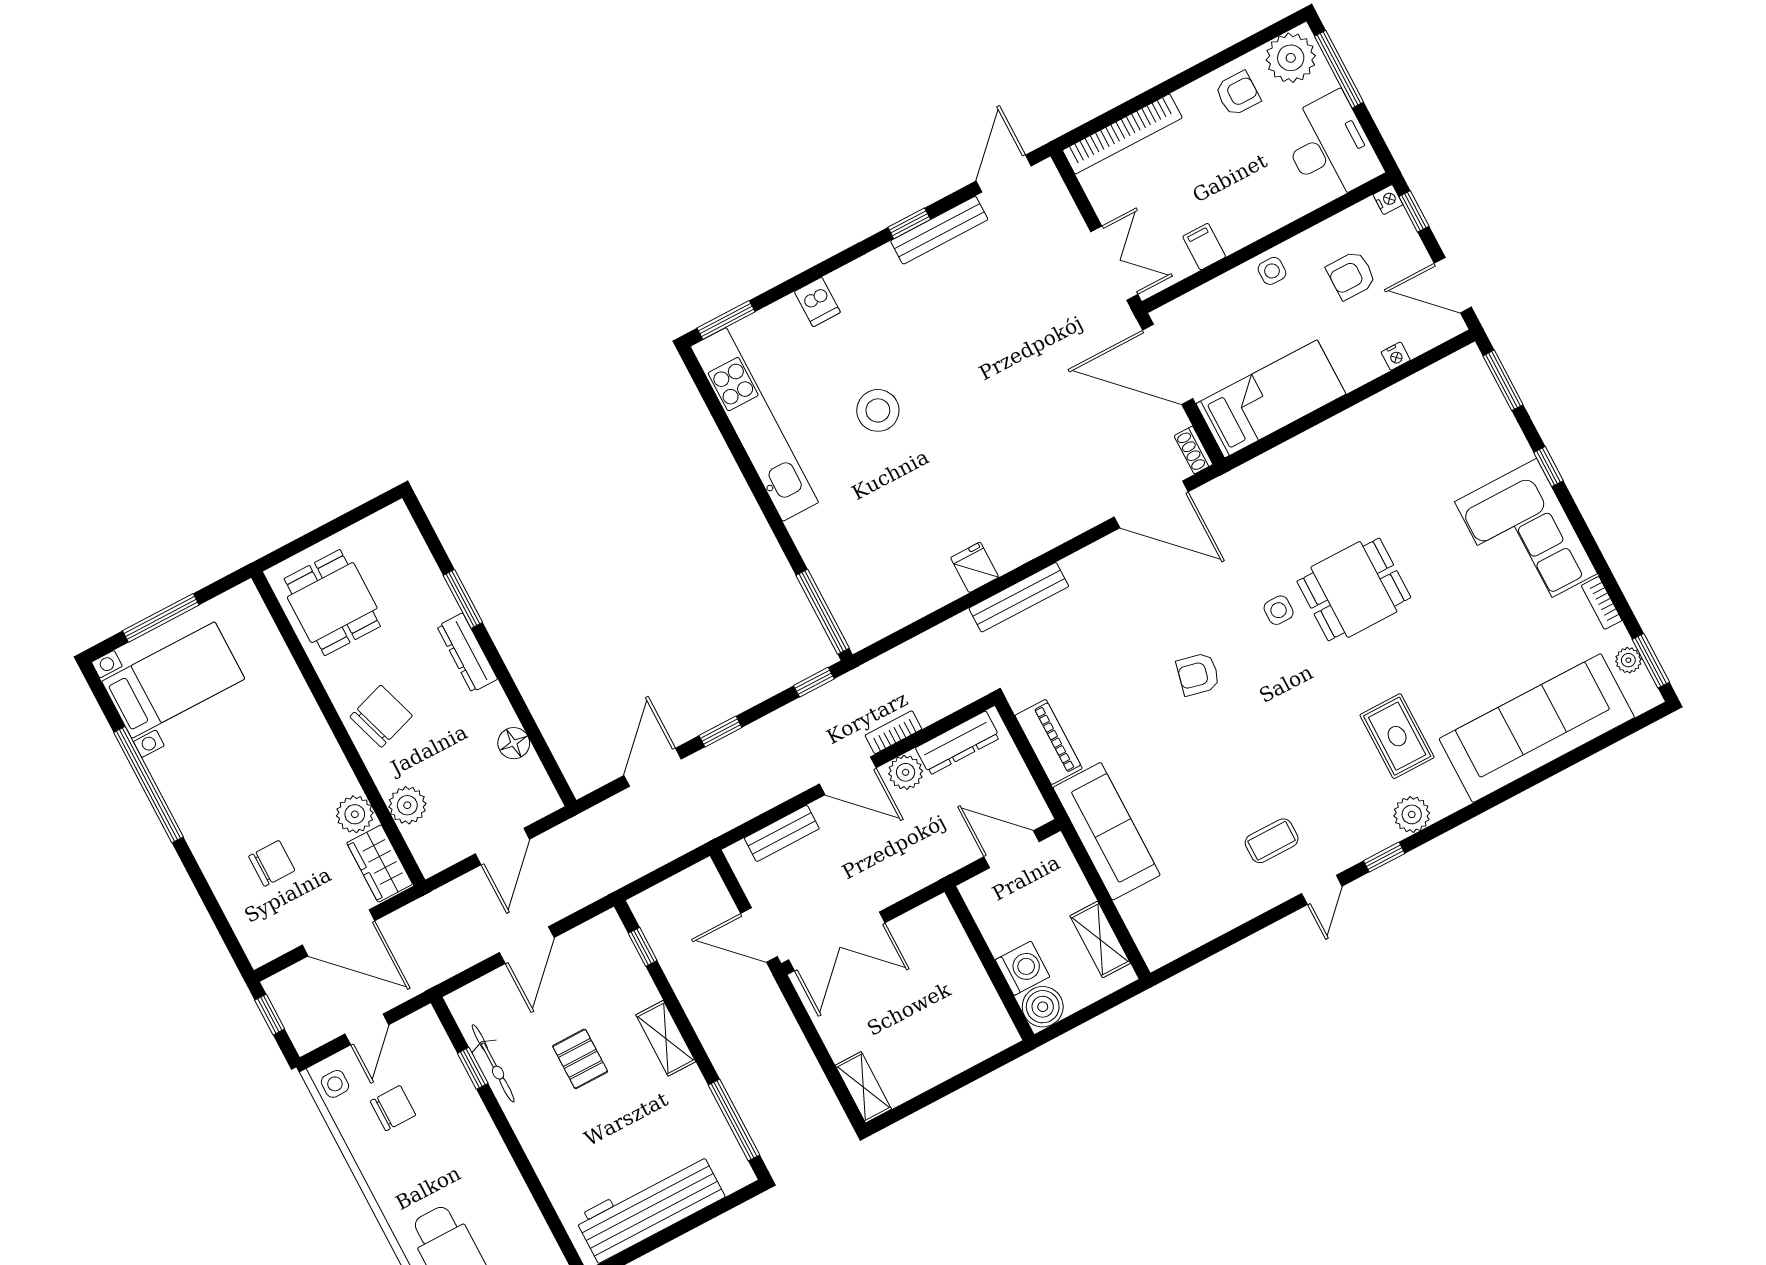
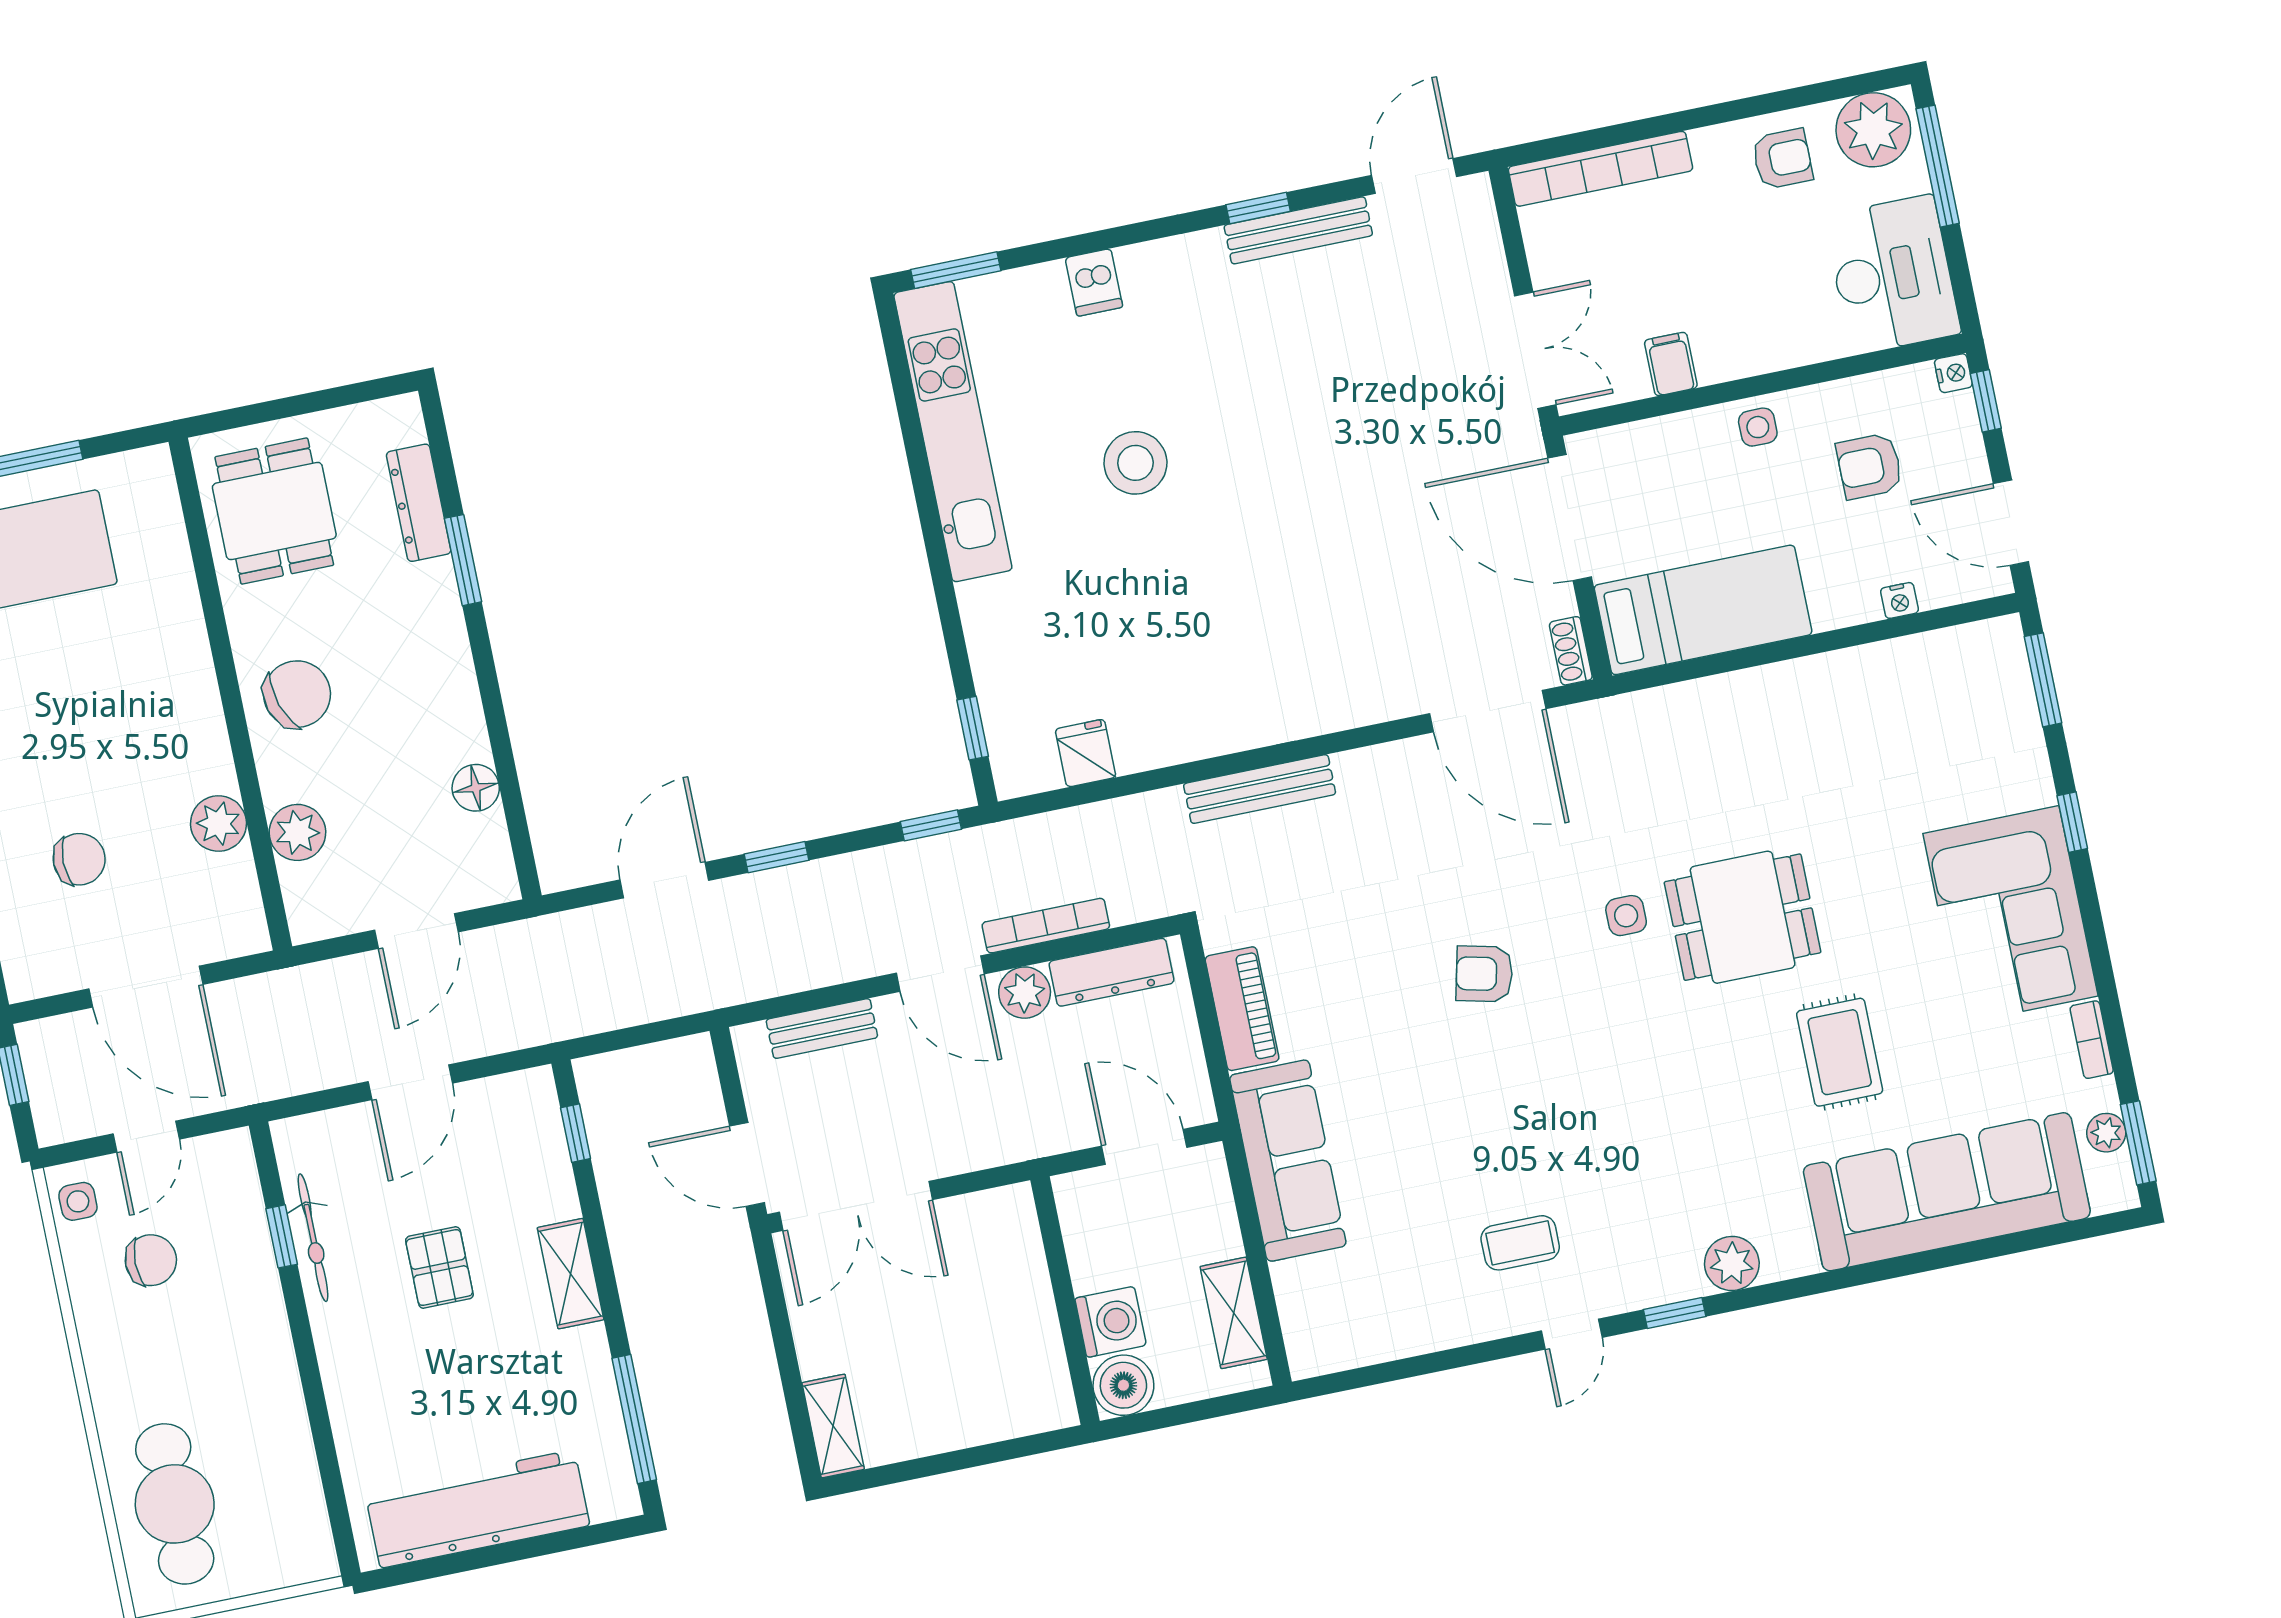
fridge: (975, 567) -> (1086, 753), moved
window: (823, 612) -> (973, 728), width x0.46
dresser: (467, 653) -> (419, 503), moved
bookcase: (893, 732) -> (1046, 926), width x1.56
rug: (1397, 736) -> (1840, 1052), moved
wardrobe: (380, 864) -> (234, 904), removed

